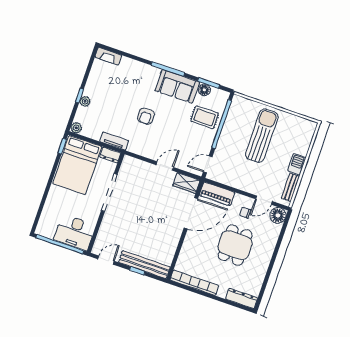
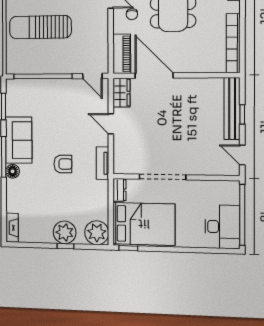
floor lamp: (204, 90) -> (13, 171), moved
plant: (85, 101) -> (65, 232), width x1.87, depth x1.87
rug: (205, 117) -> (42, 98), removed
plant: (76, 128) -> (97, 233), width x1.87, depth x1.87
tv unit: (114, 141) -> (102, 163), moved
desk: (75, 232) -> (222, 227), moved

